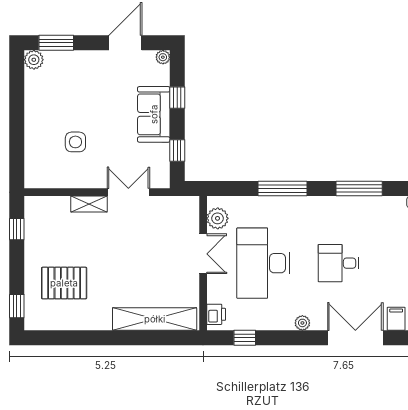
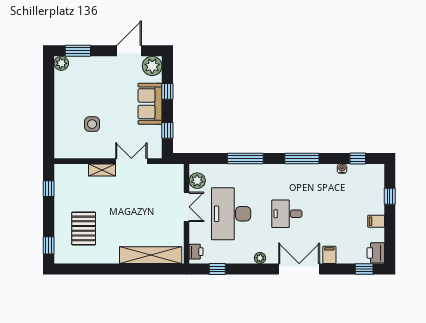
plant: (163, 57) -> (152, 66), width x1.88, depth x1.88
pallet: (64, 283) -> (84, 228), turned 90

